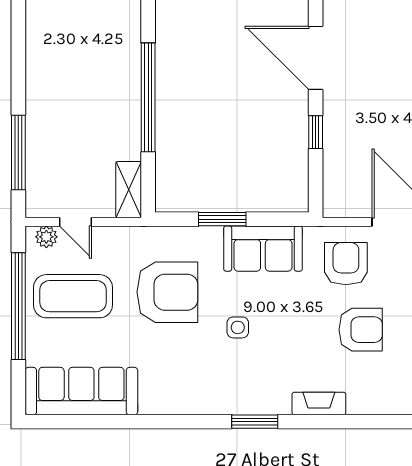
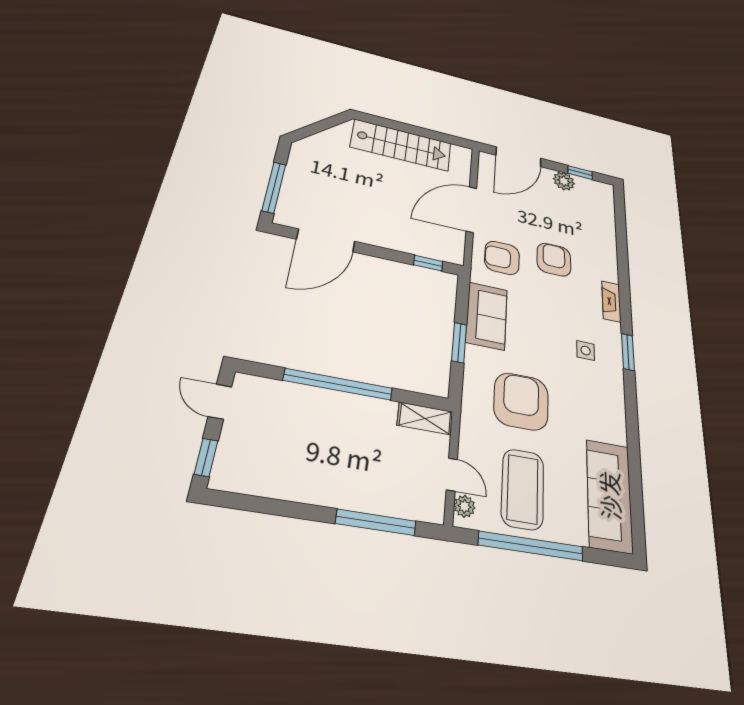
window: (316, 132) -> (428, 263), moved
door: (75, 222) -> (452, 475), hinge flipped
side table: (238, 327) -> (586, 351), moved

